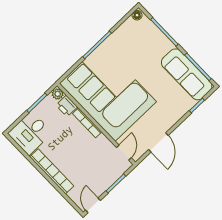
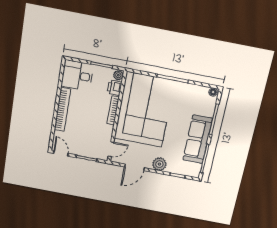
sofa: (187, 74) -> (198, 139), moved
plant: (173, 115) -> (159, 164), added
door: (93, 205) -> (61, 153), hinge flipped

